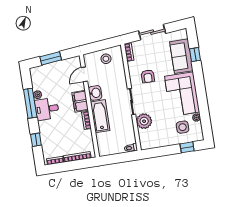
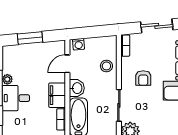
washing machine: (91, 57) -> (79, 44), added
stool: (106, 59) -> (106, 66), moved

